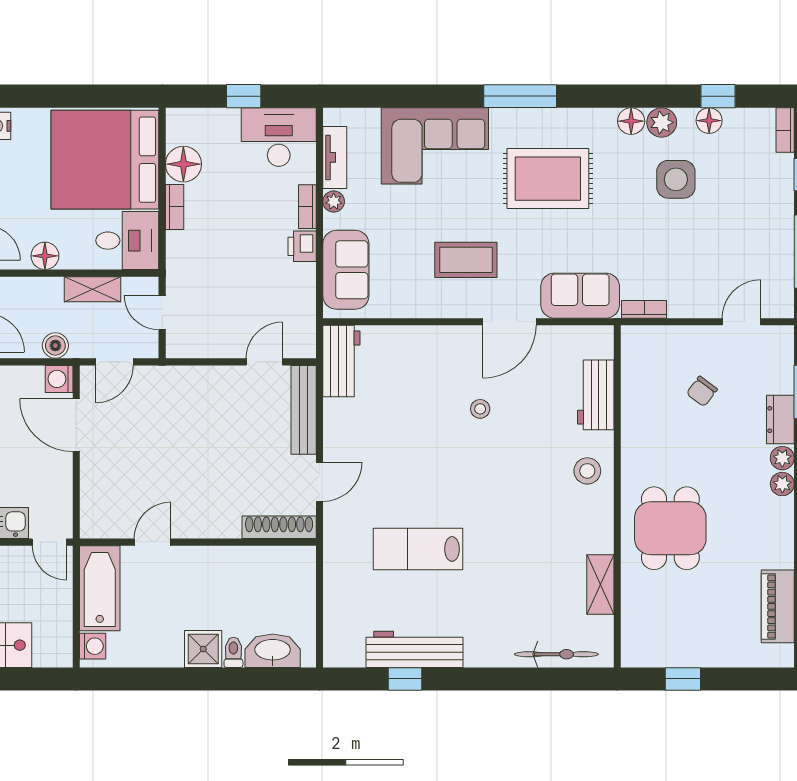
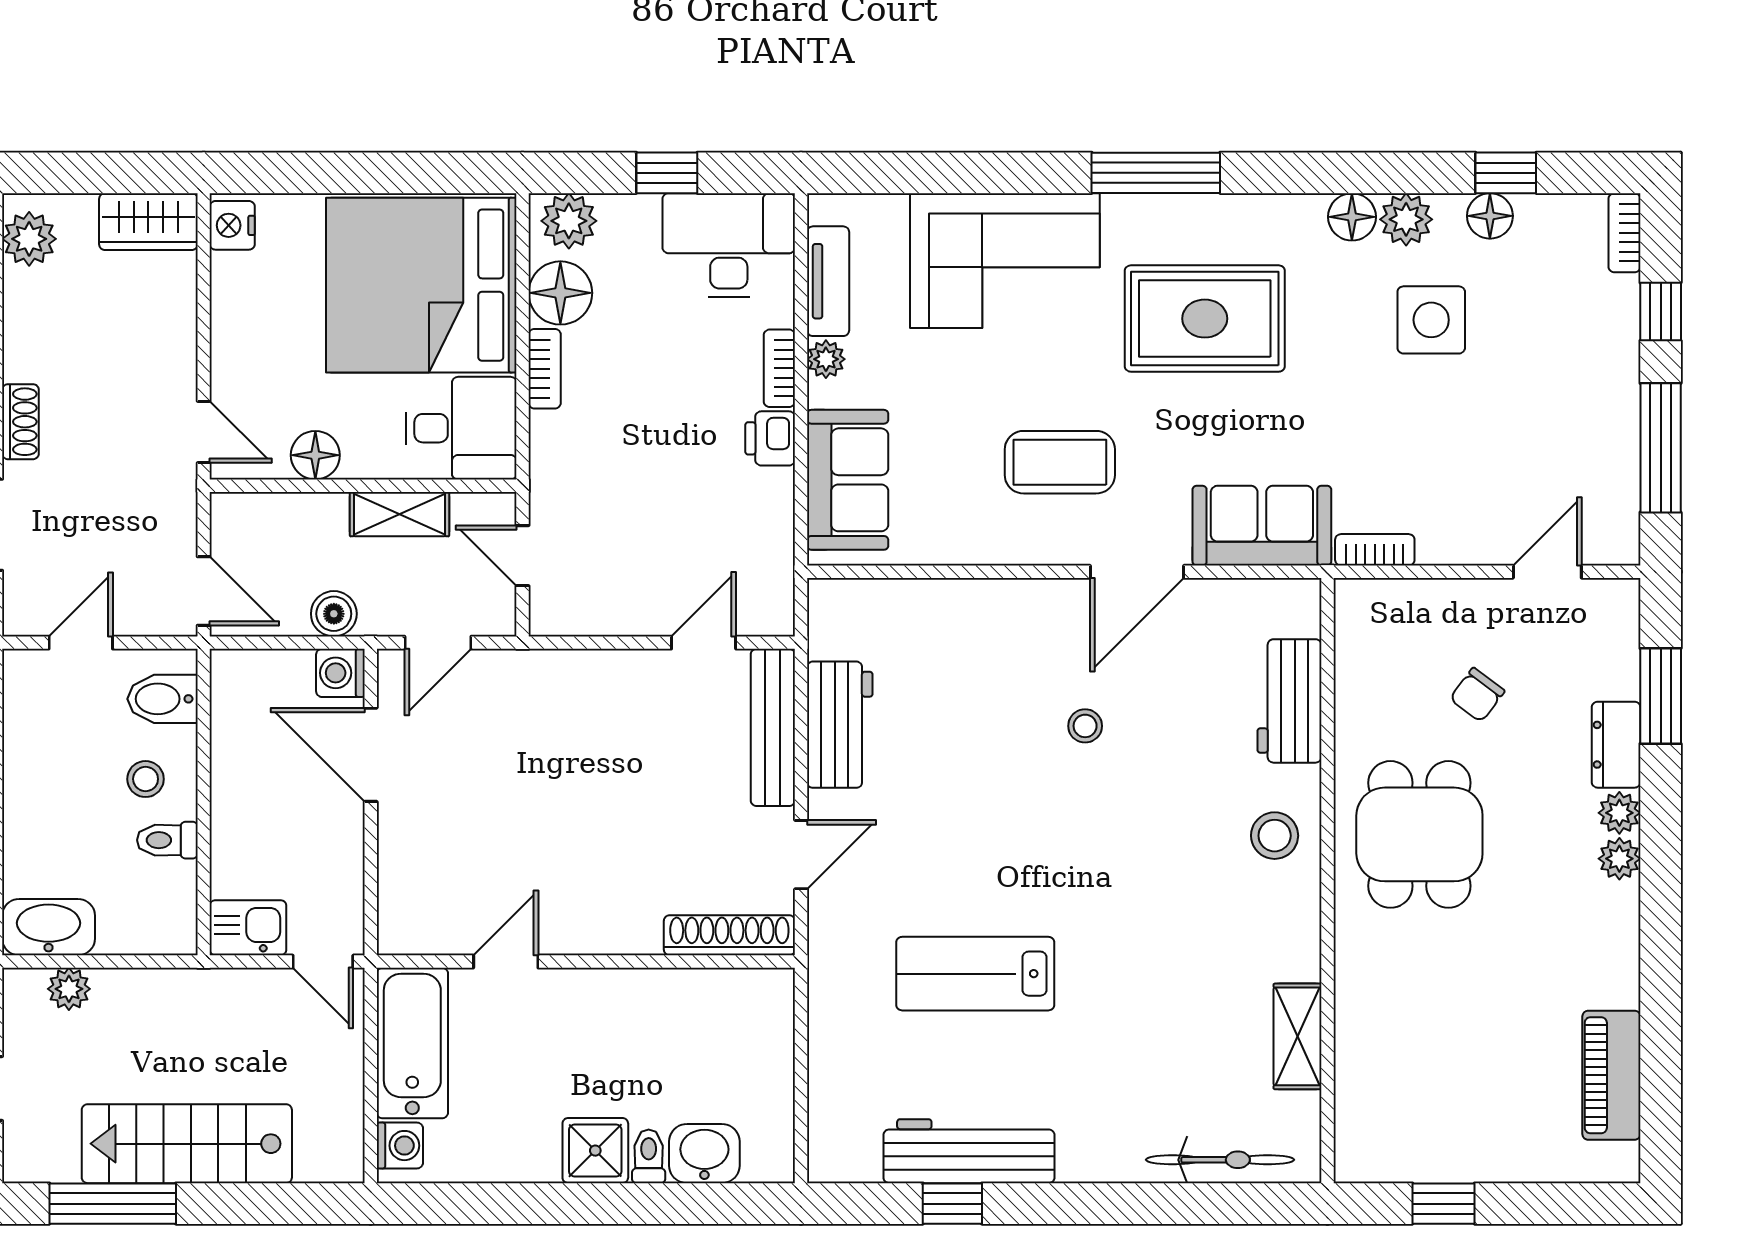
plant: (188, 123) -> (569, 221), added
workbench: (341, 361) -> (840, 725), moved
dining table: (670, 528) -> (1419, 834), moved
washbasin: (273, 651) -> (704, 1154), width x0.72

